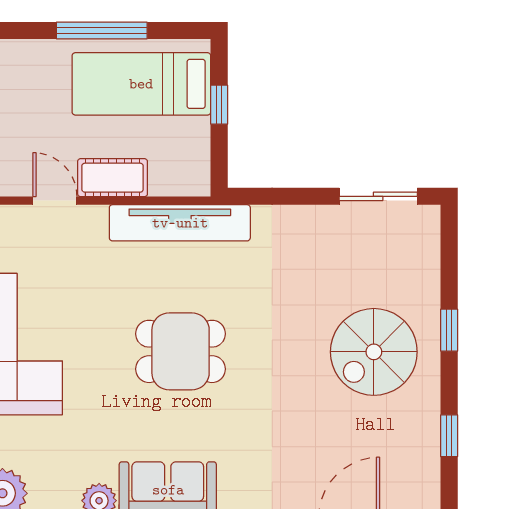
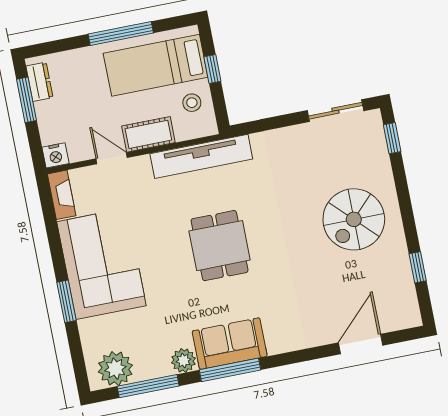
stool: (181, 146) -> (192, 103), added
window: (449, 330) -> (392, 138), moved
dining table: (181, 351) -> (220, 246), turned 90

